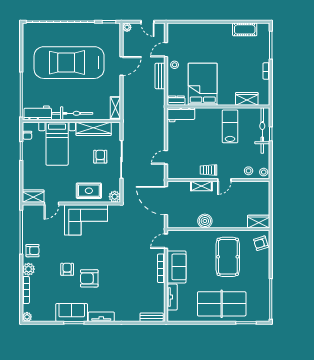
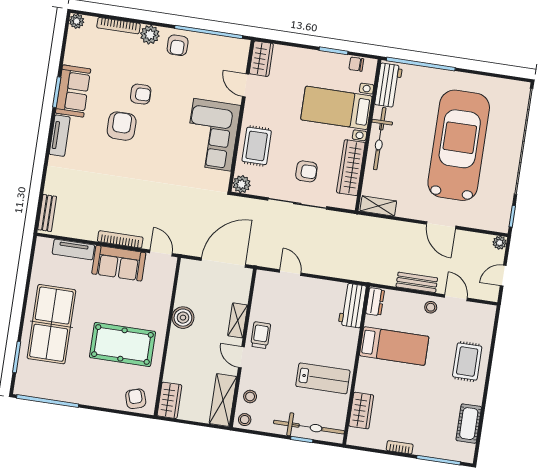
rug: (205, 36) -> (467, 362), added
bed: (203, 84) -> (394, 346), width x0.67
shelving: (253, 188) -> (223, 400), added

